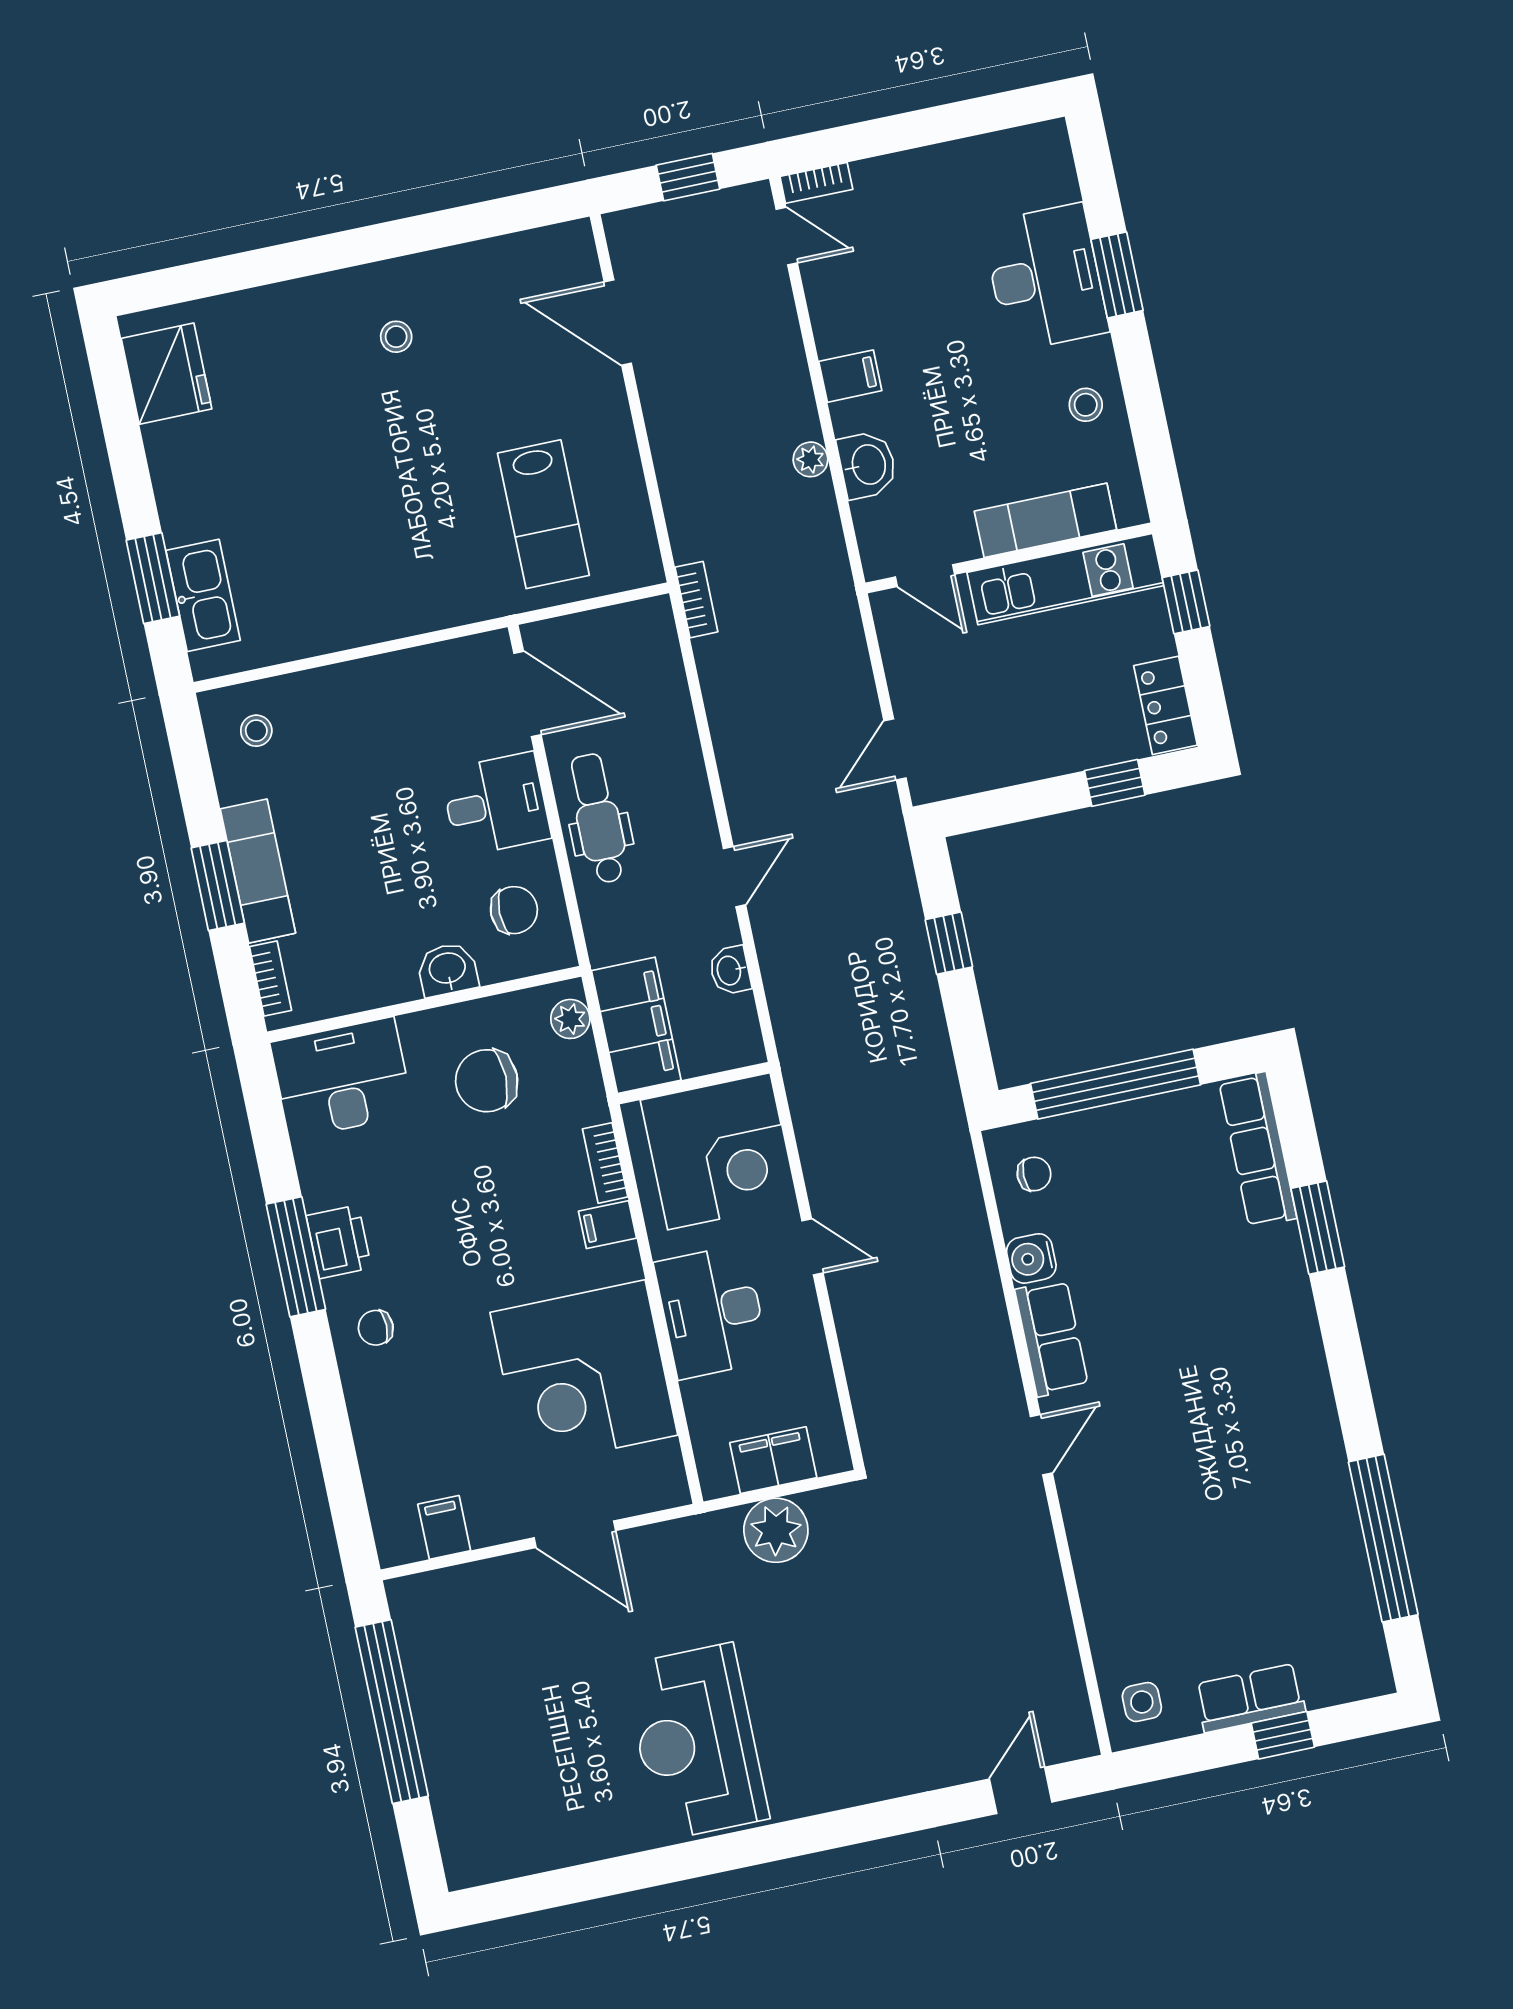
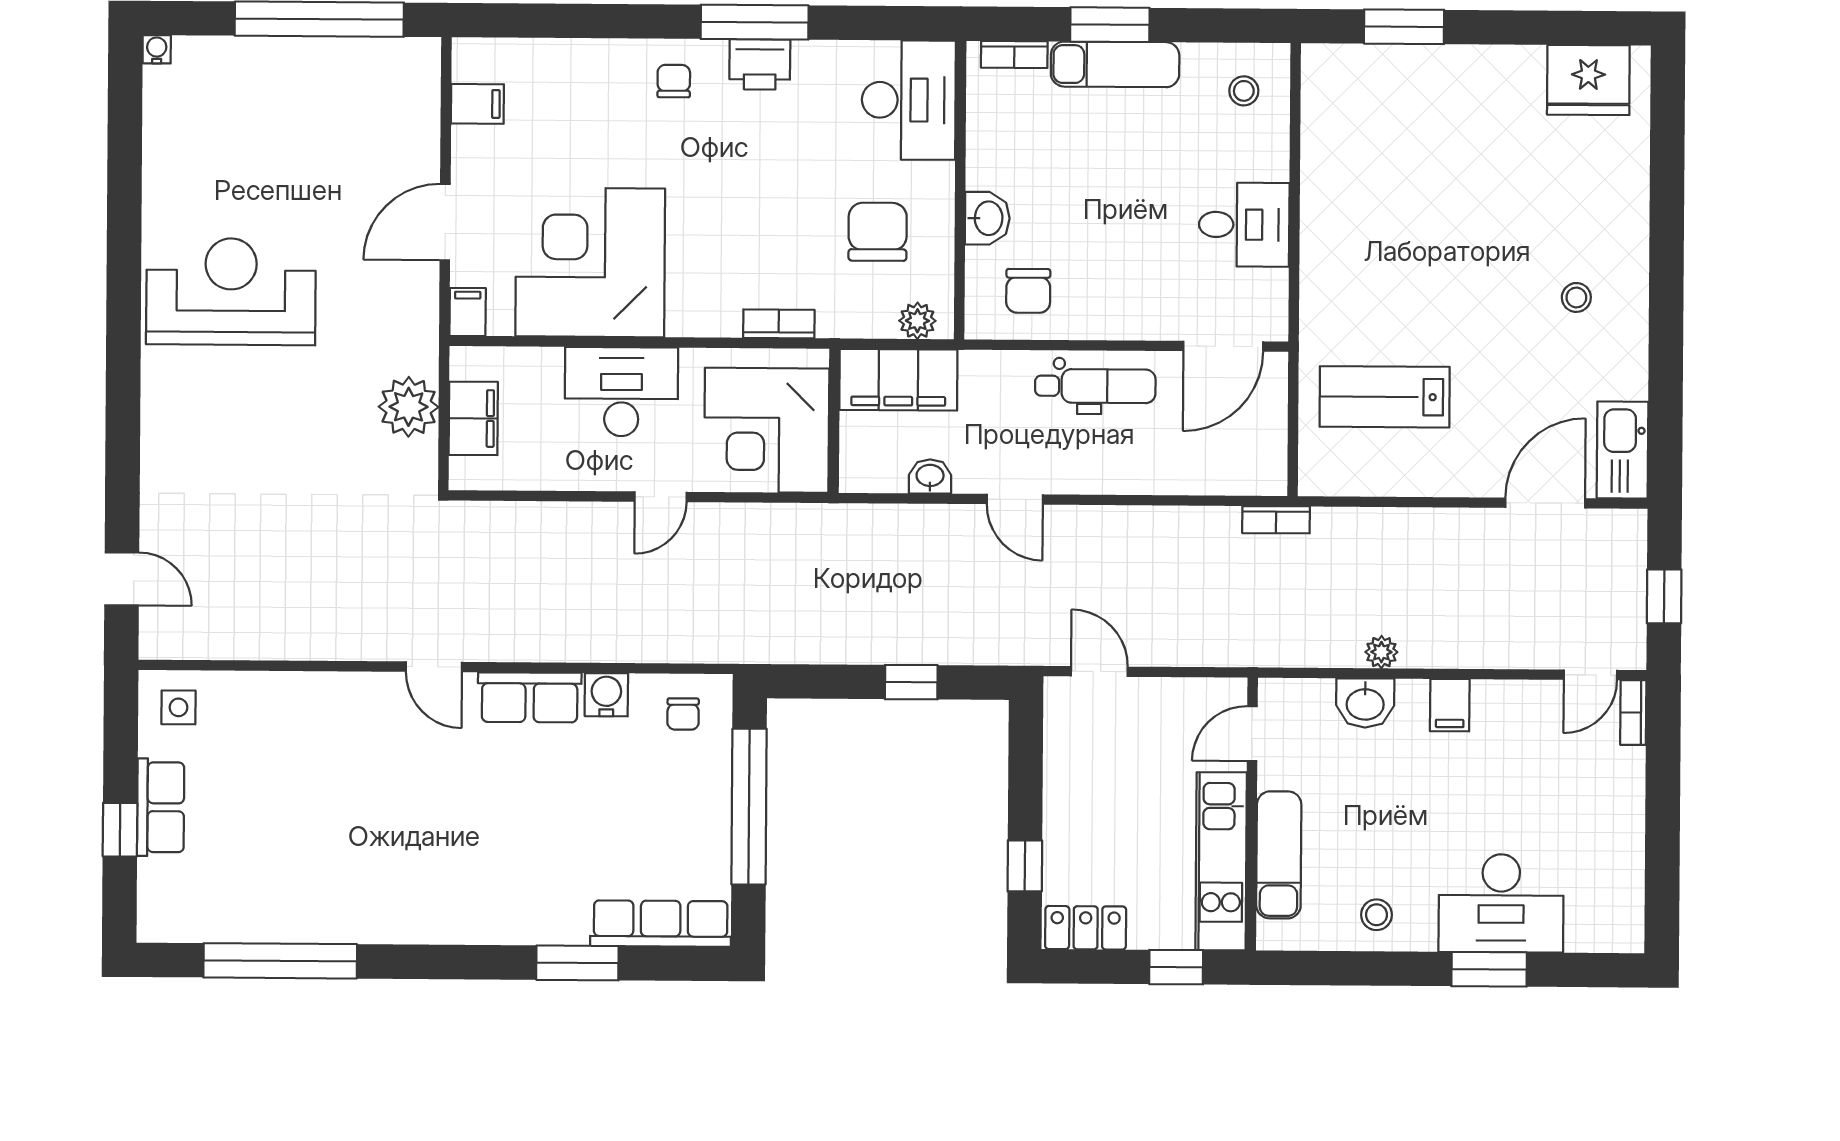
kitchen sink: (203, 595) -> (1623, 450), moved, turned 90
desk: (496, 804) -> (1244, 225), moved, turned -90
filing cabinet: (607, 1225) -> (468, 312), moved
water cooler: (460, 1874) -> (157, 49), added

